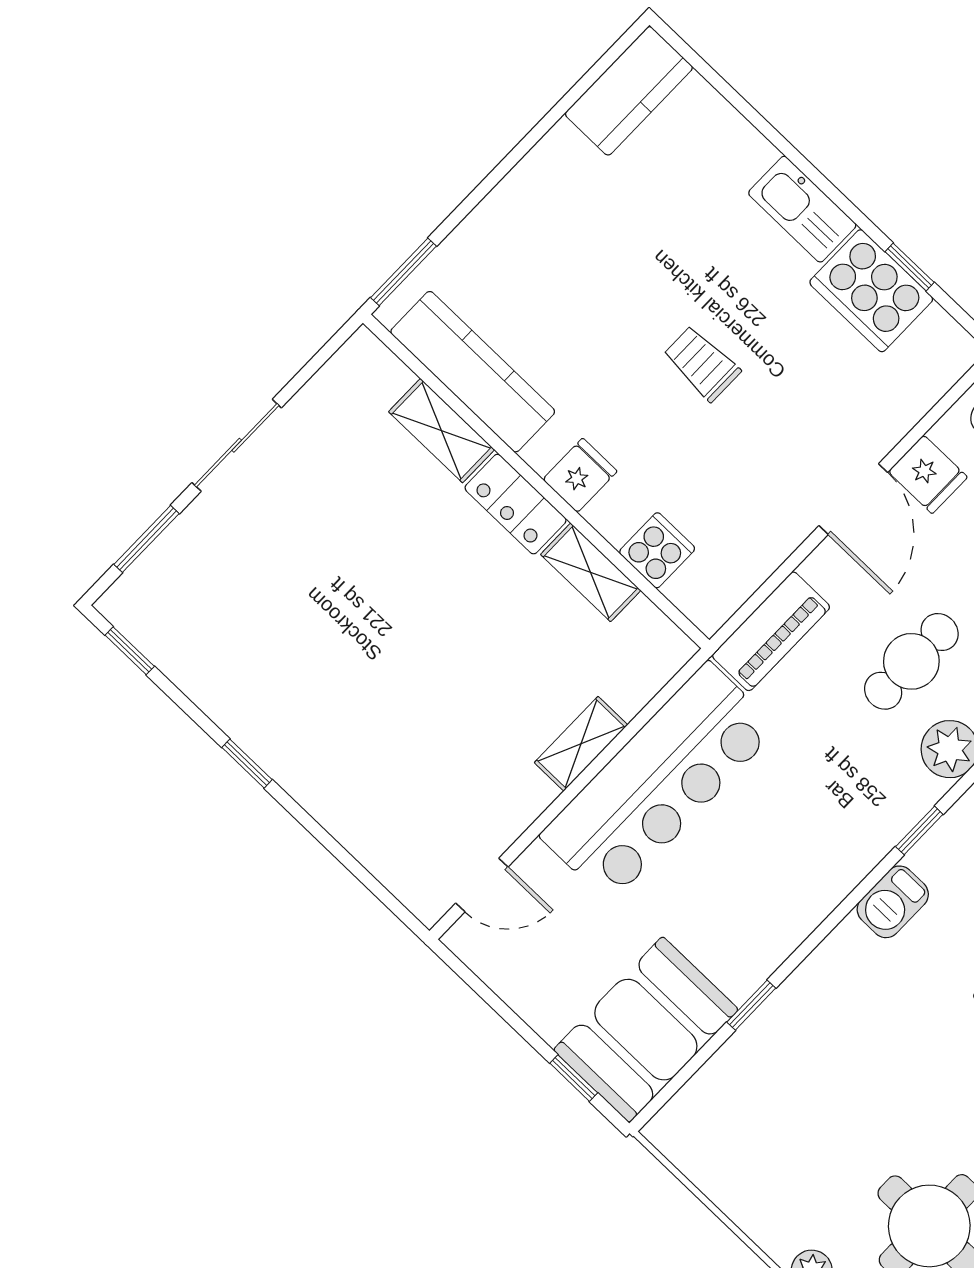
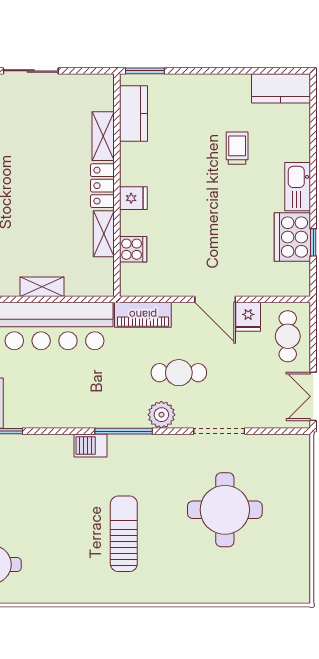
trolley: (702, 363) -> (237, 148), moved
kitchen counter: (473, 372) -> (134, 113), width x0.67
door: (853, 499) -> (215, 299), hinge flipped
window: (919, 830) -> (124, 431), width x2.17

